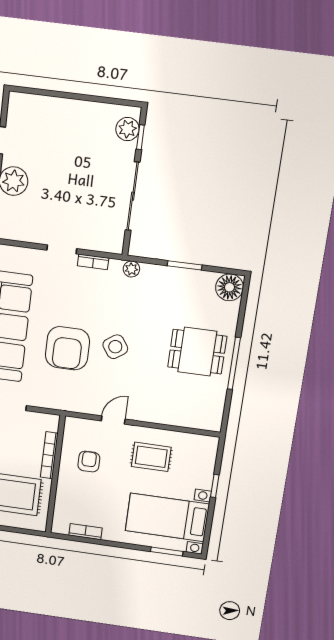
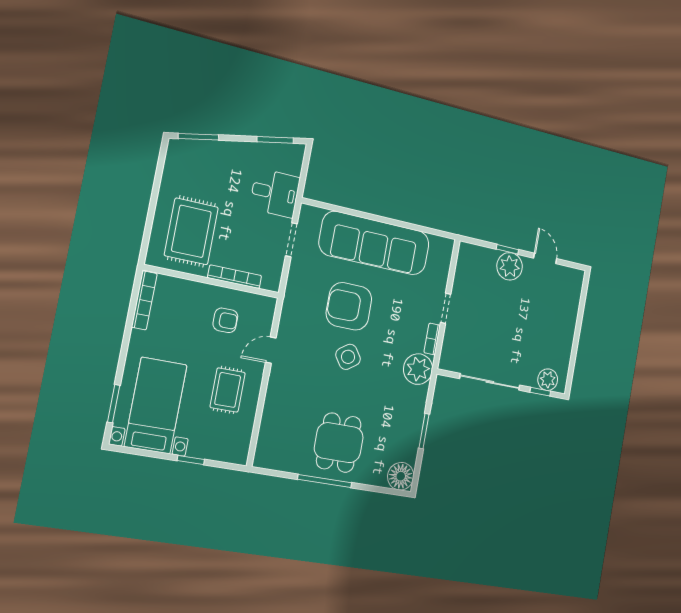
plant: (131, 269) -> (418, 369), width x1.88, depth x1.88
door: (113, 420) -> (271, 350), swing flipped
bookcase: (85, 532) -> (144, 300), width x1.56

